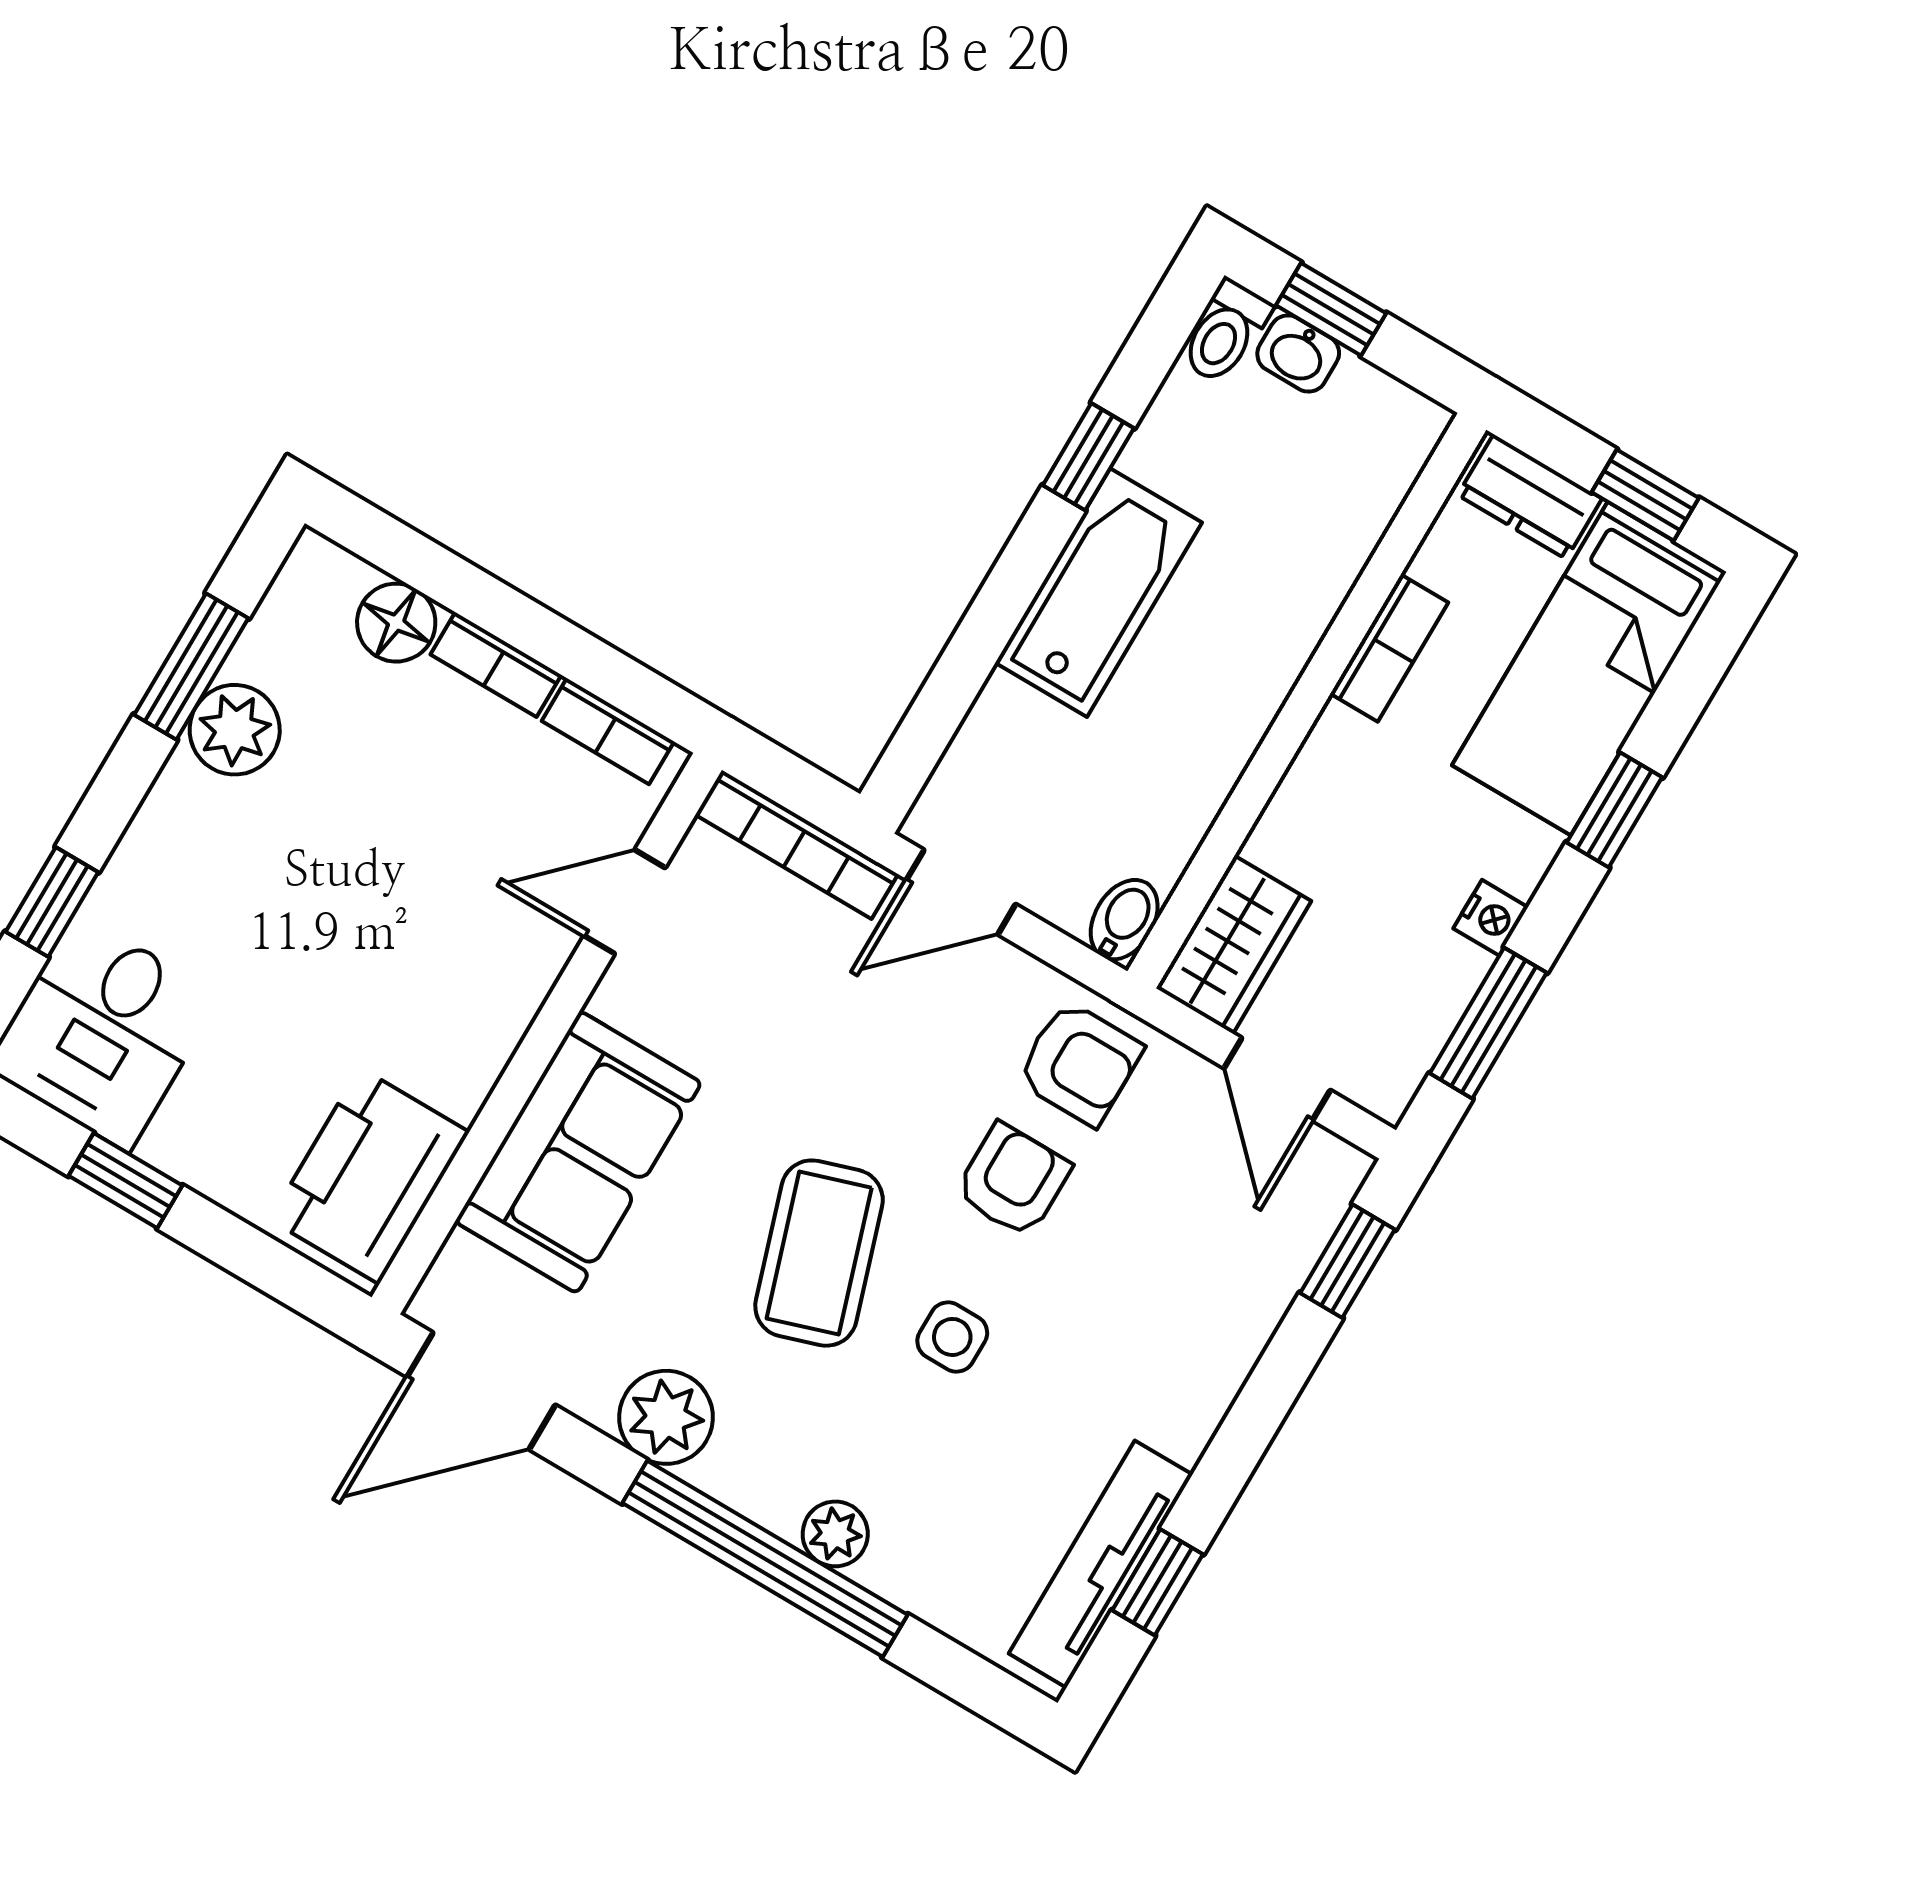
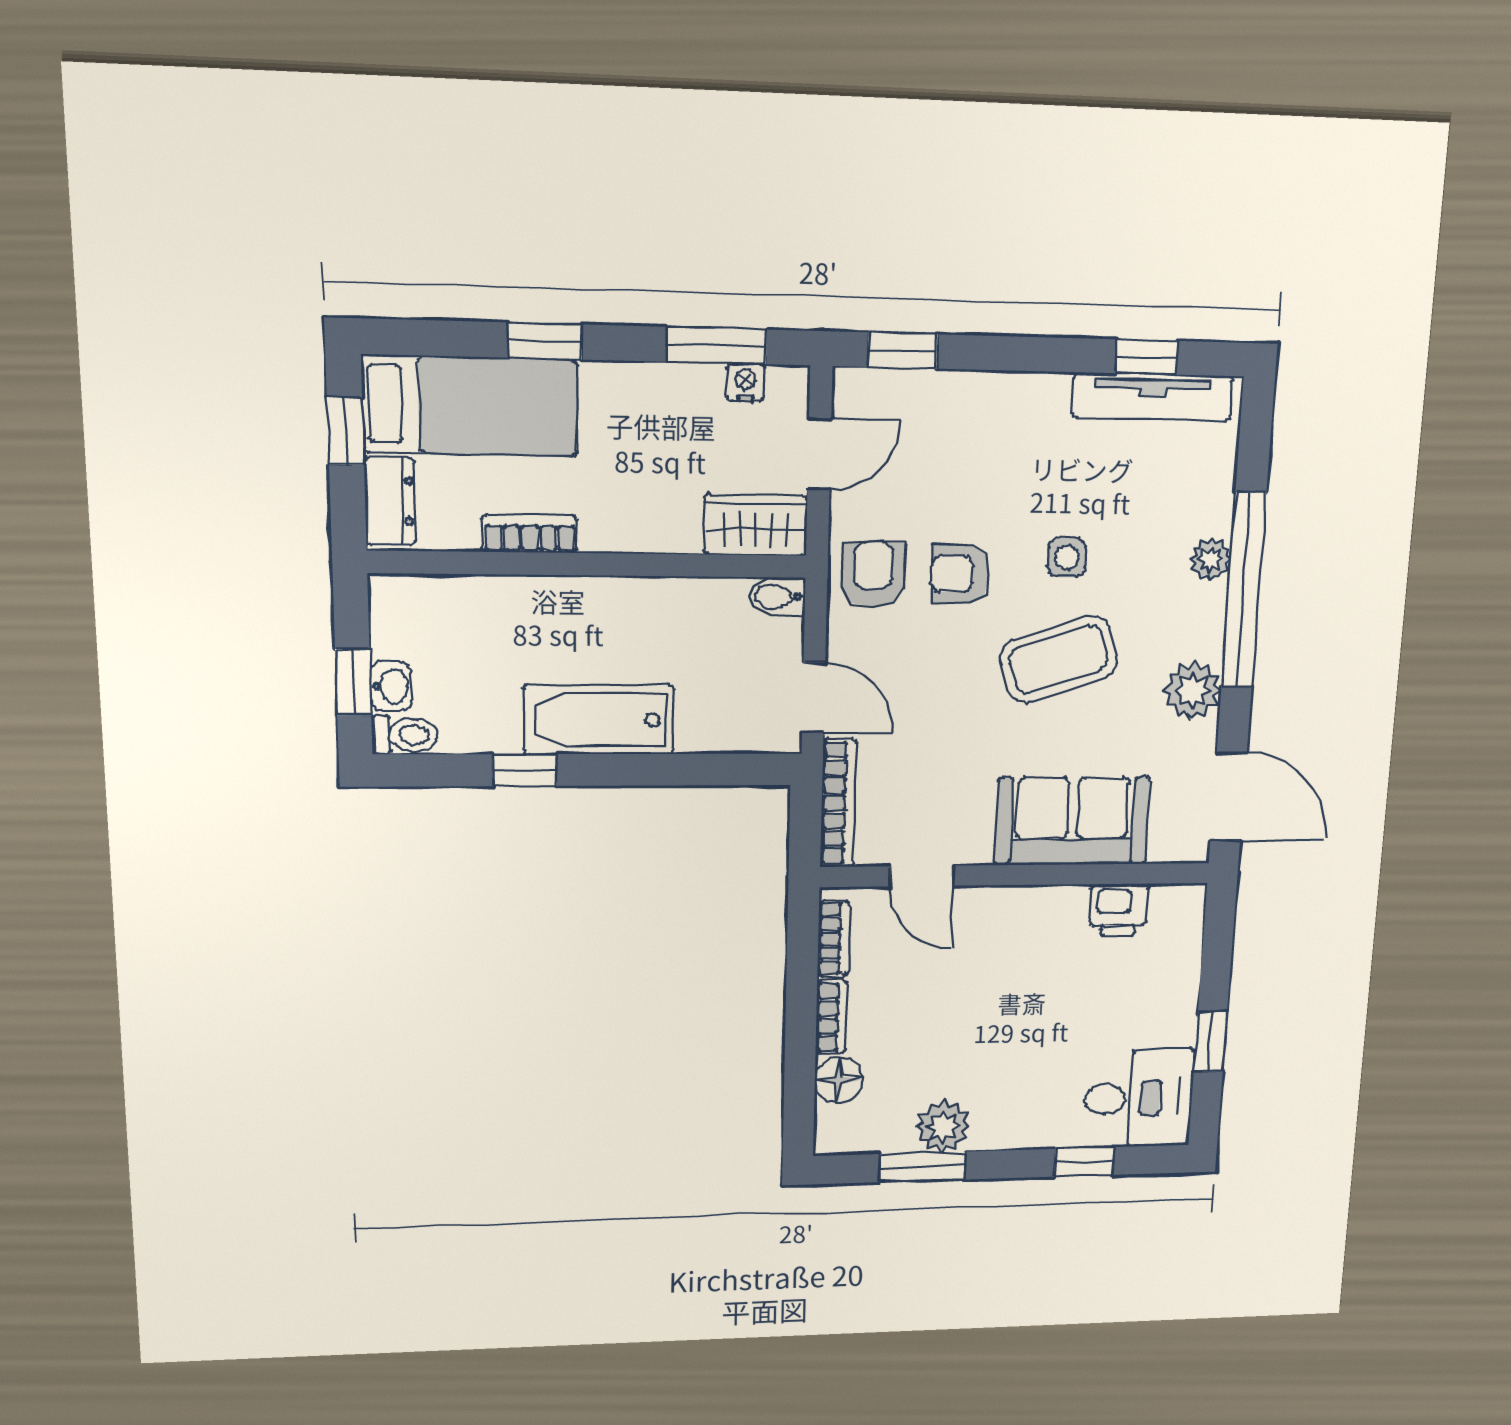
nightstand: (1491, 918) -> (745, 382), moved
printer: (369, 1176) -> (1119, 910), width x0.53, depth x0.68

